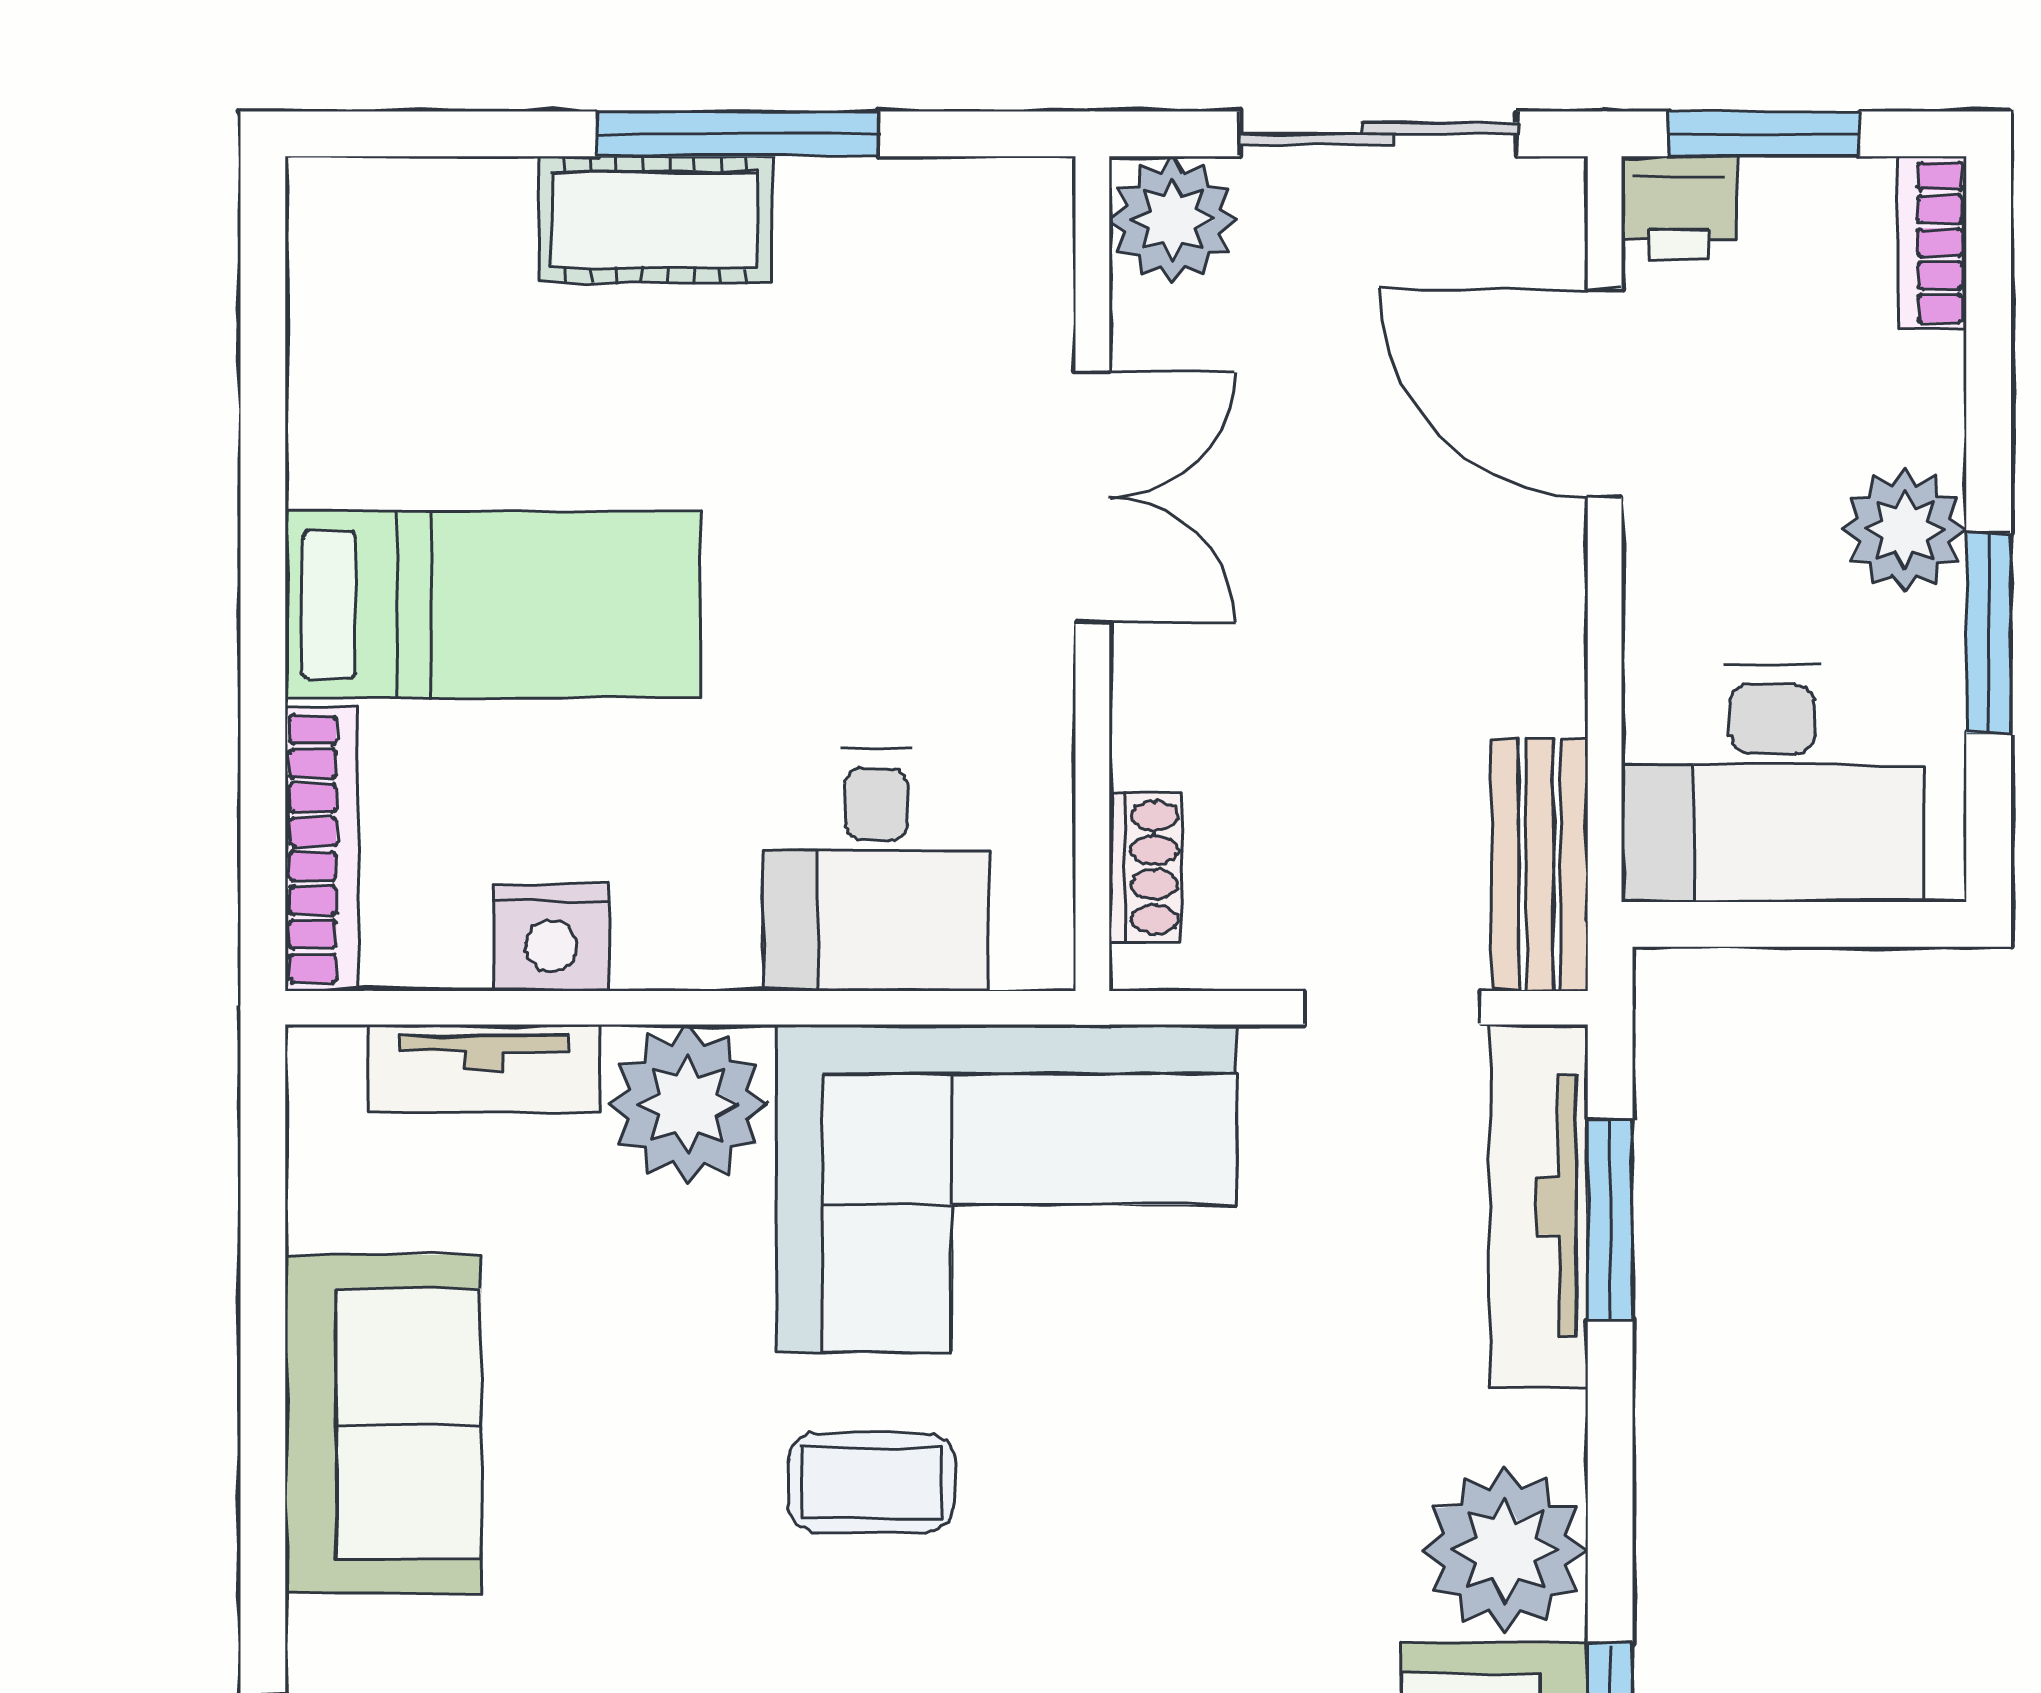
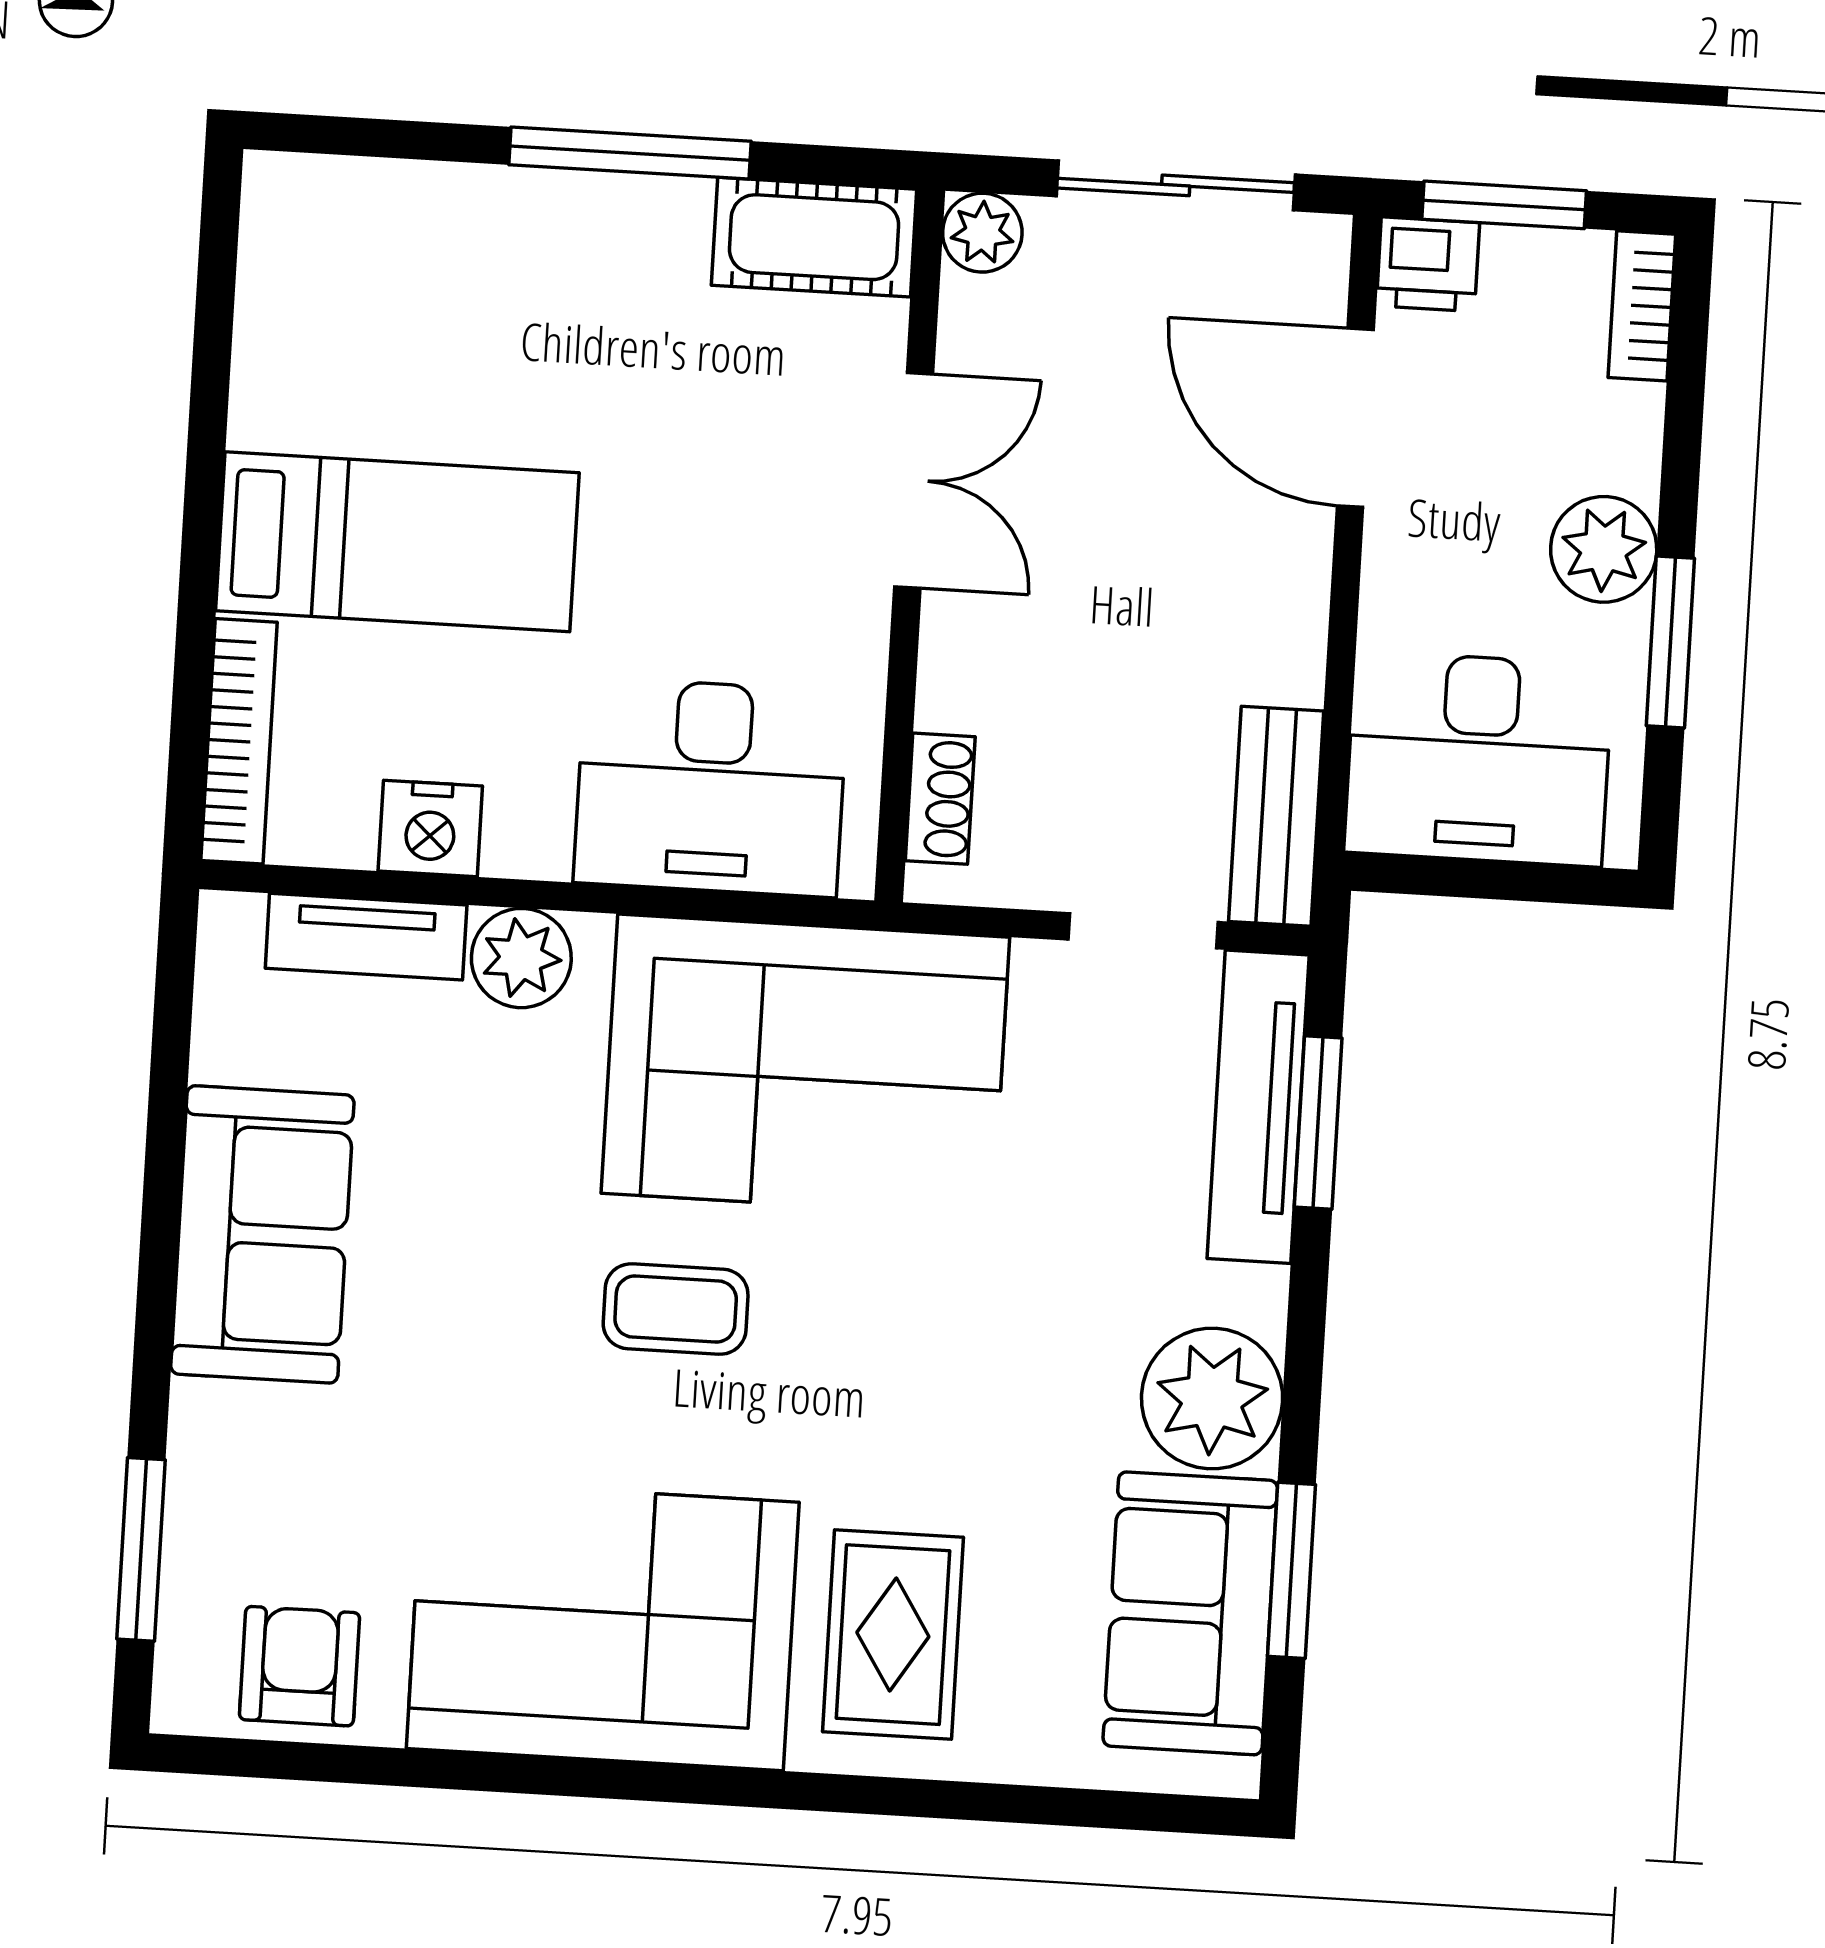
cot: (655, 219) -> (814, 237), moved
plant: (1173, 220) -> (982, 233), width x0.73, depth x0.73
desk: (876, 870) -> (711, 787), width x1.37
plant: (688, 1104) -> (521, 958), width x0.73, depth x0.73

